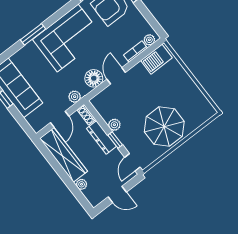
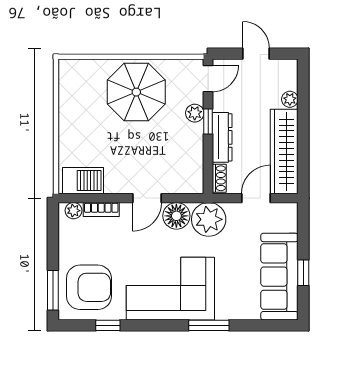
plant: (75, 97) -> (209, 219), width x1.87, depth x1.87
plant: (114, 125) -> (195, 113), moved

